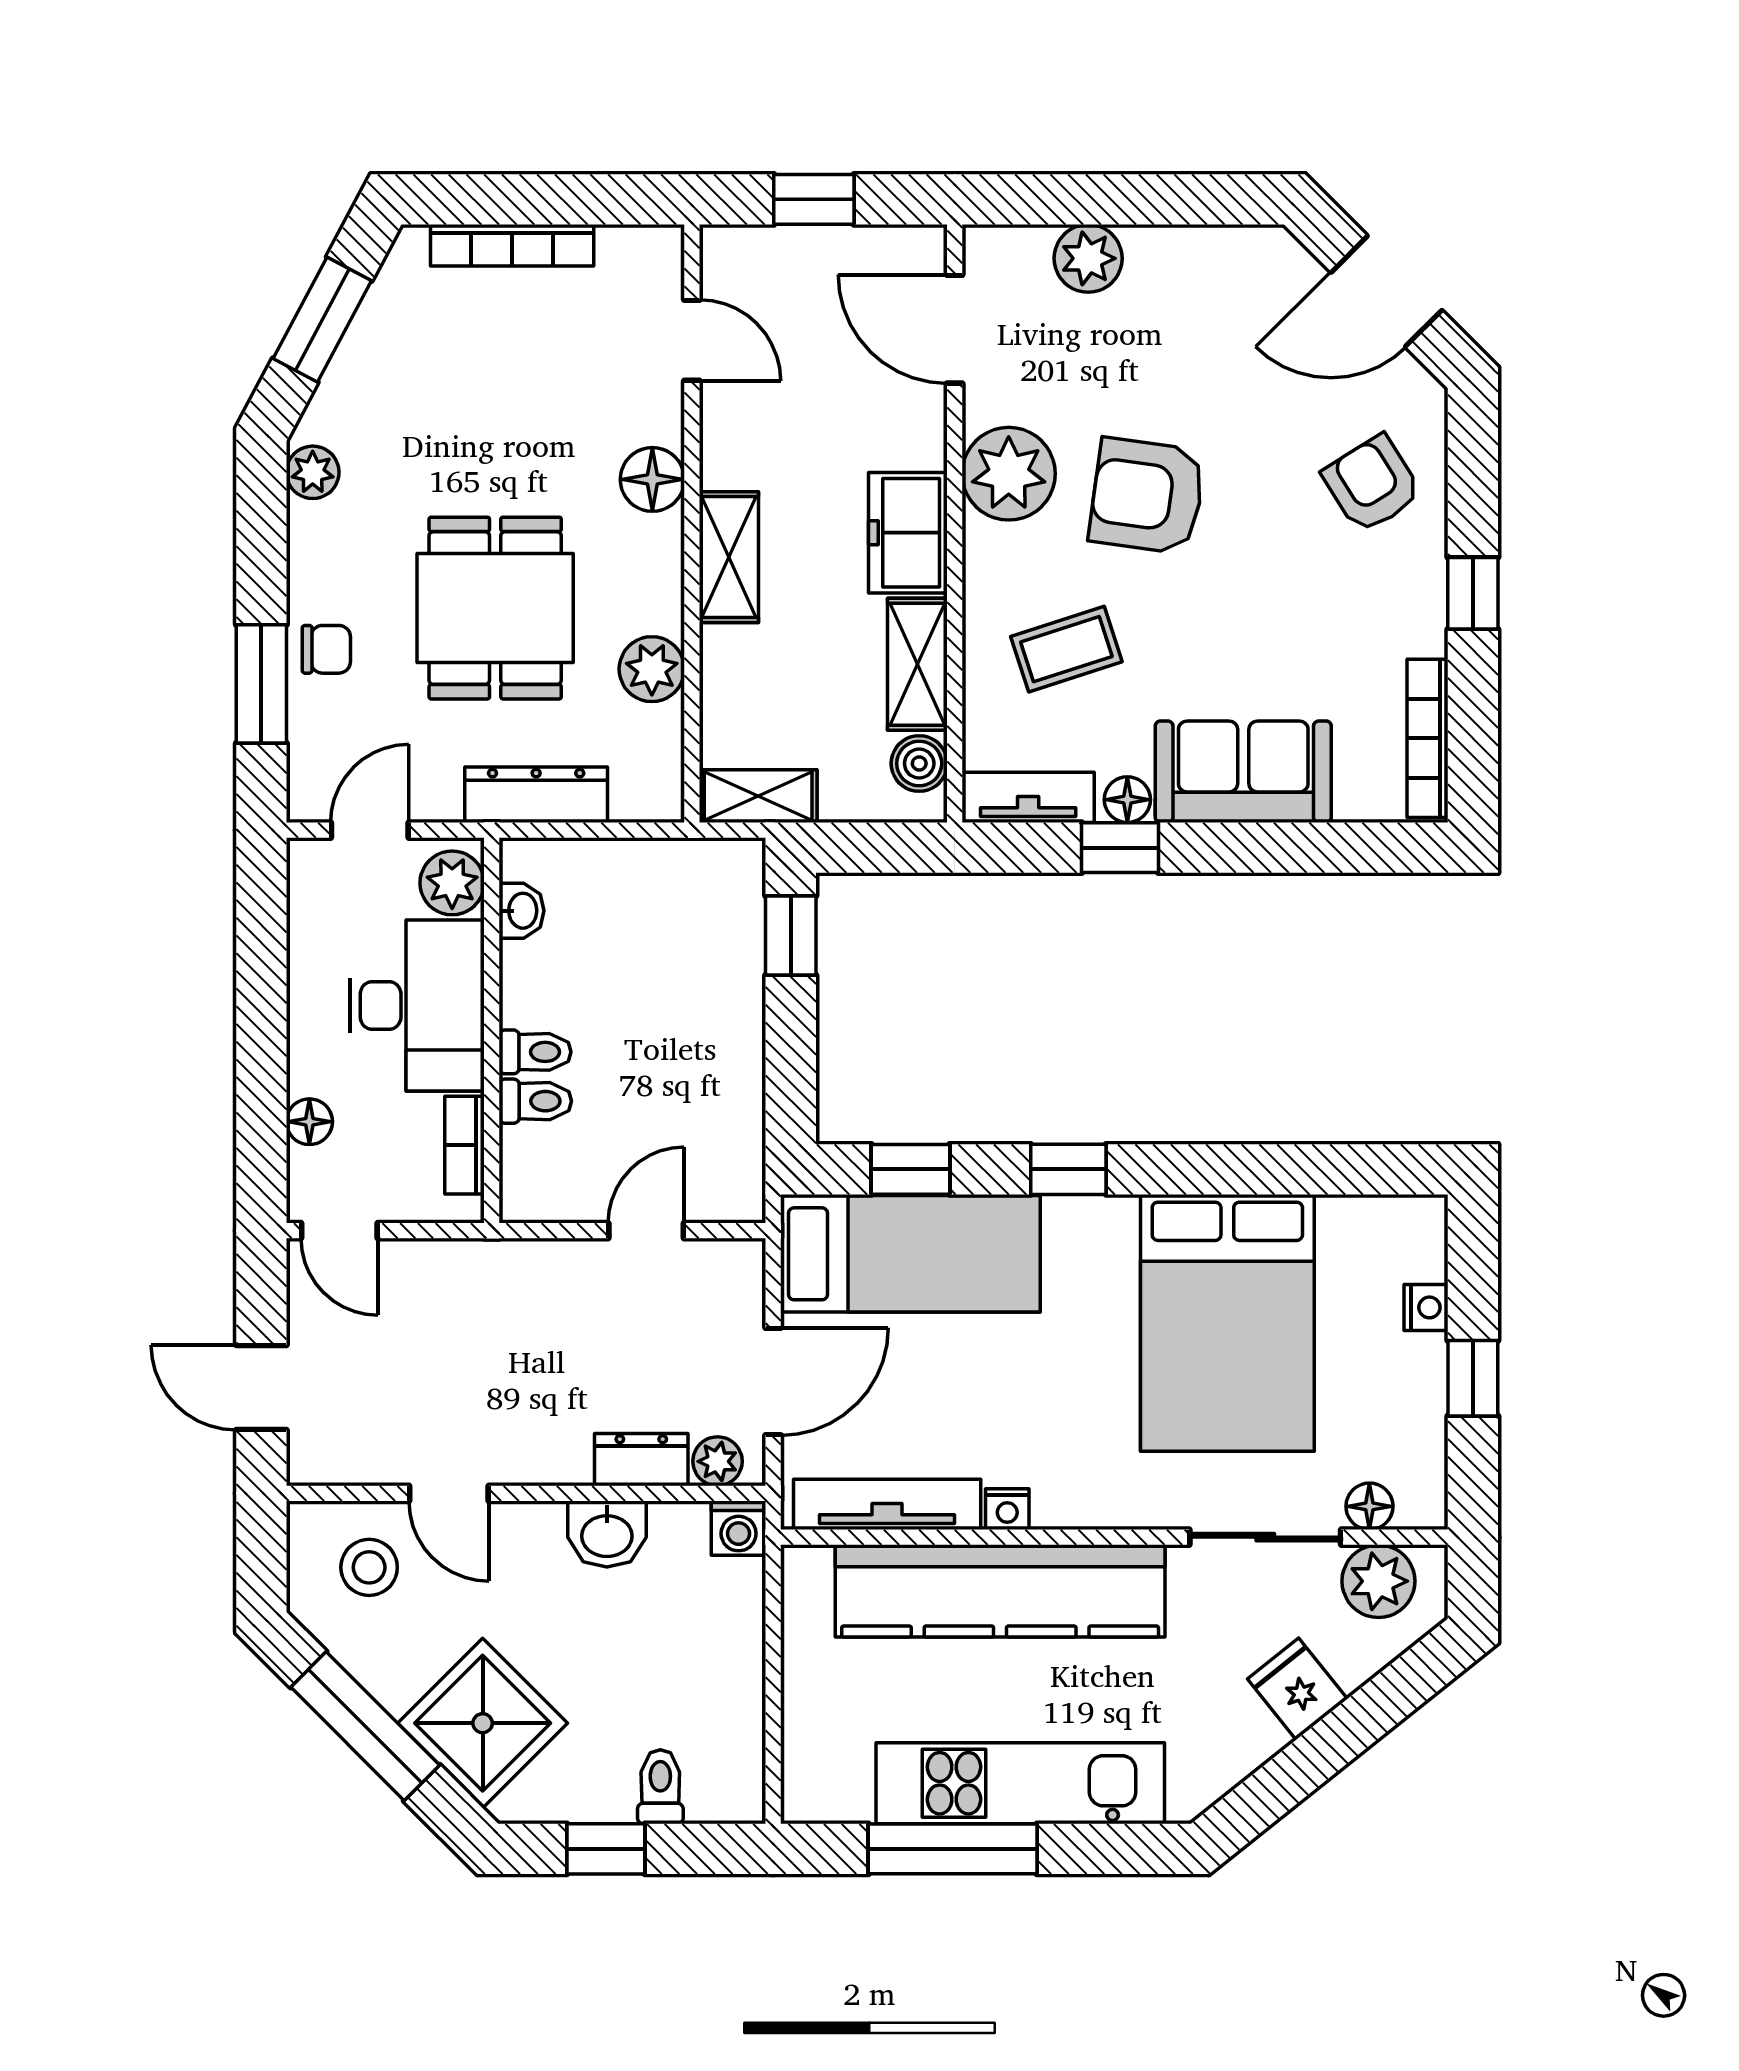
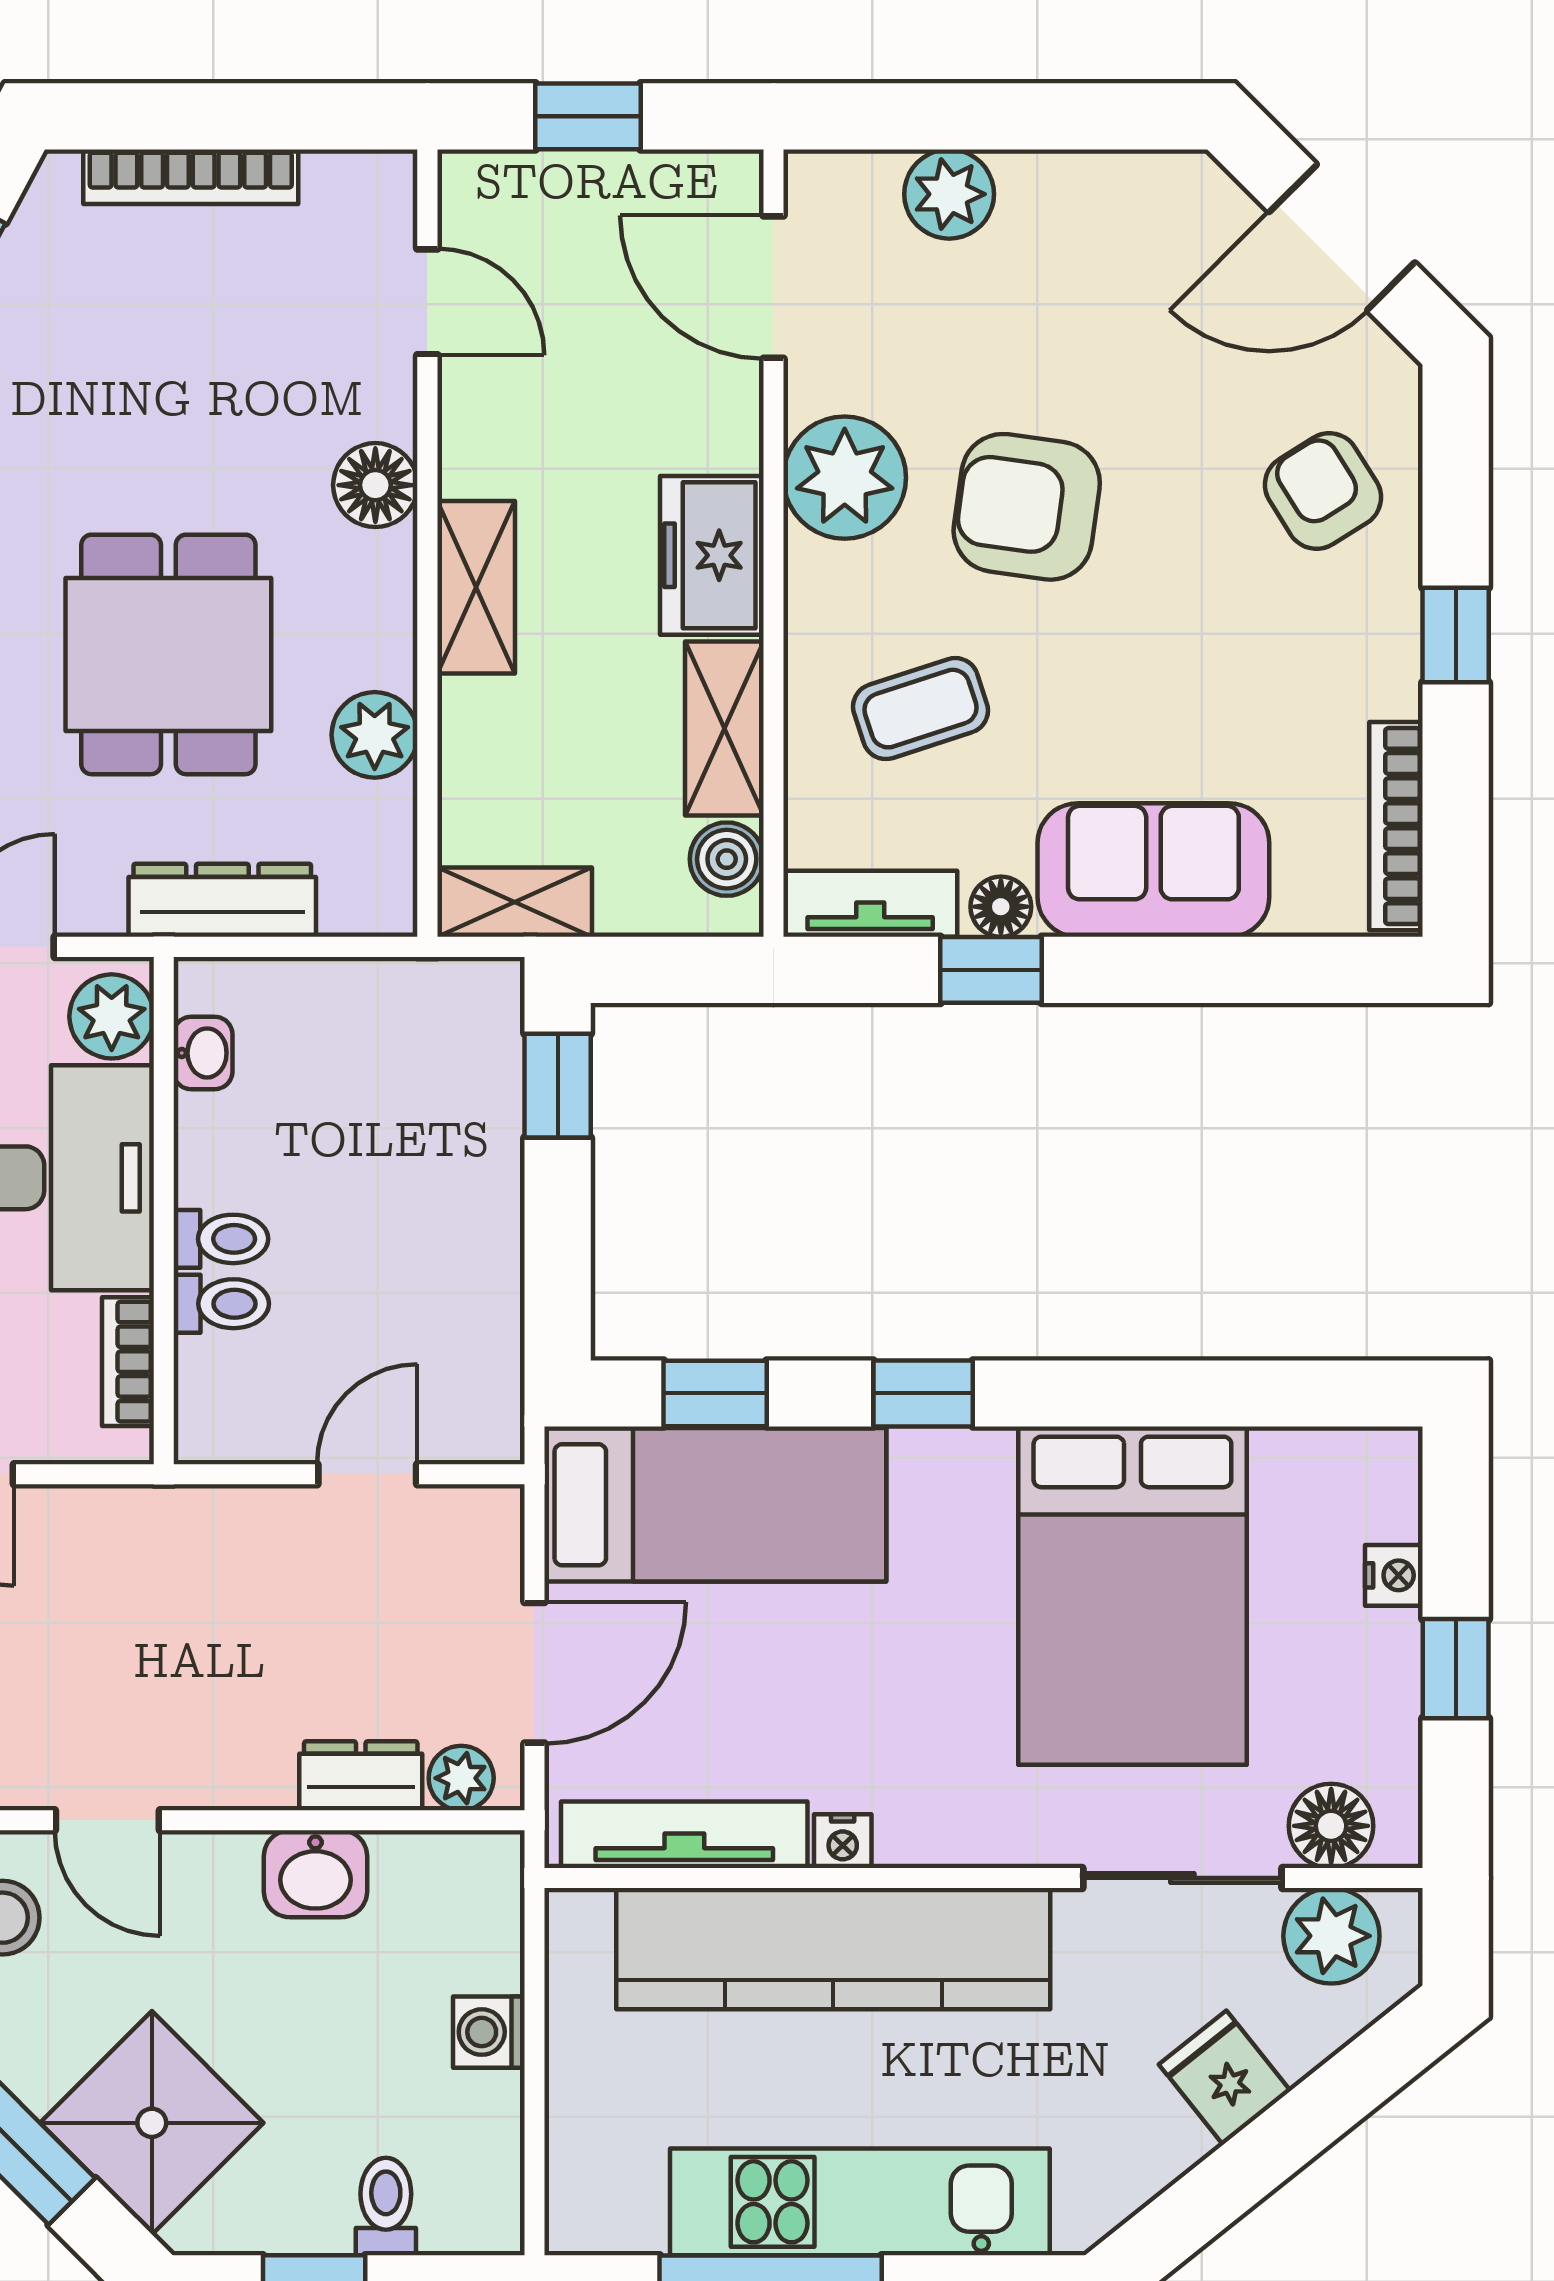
floor lamp: (1369, 1506) -> (1331, 1826), width x1.37, depth x1.37
washing machine: (739, 1528) -> (489, 2032), moved, turned 90

